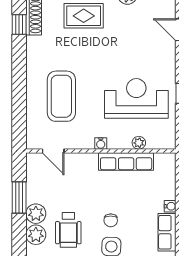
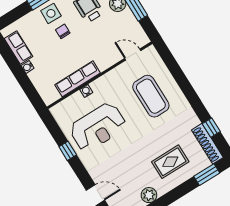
water cooler: (101, 143) -> (86, 91), moved
plant: (139, 143) -> (77, 97), removed

